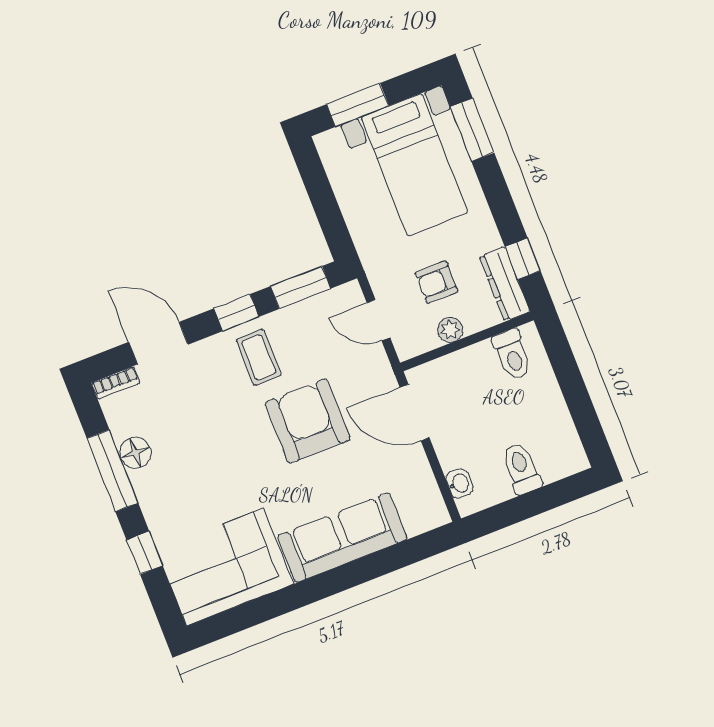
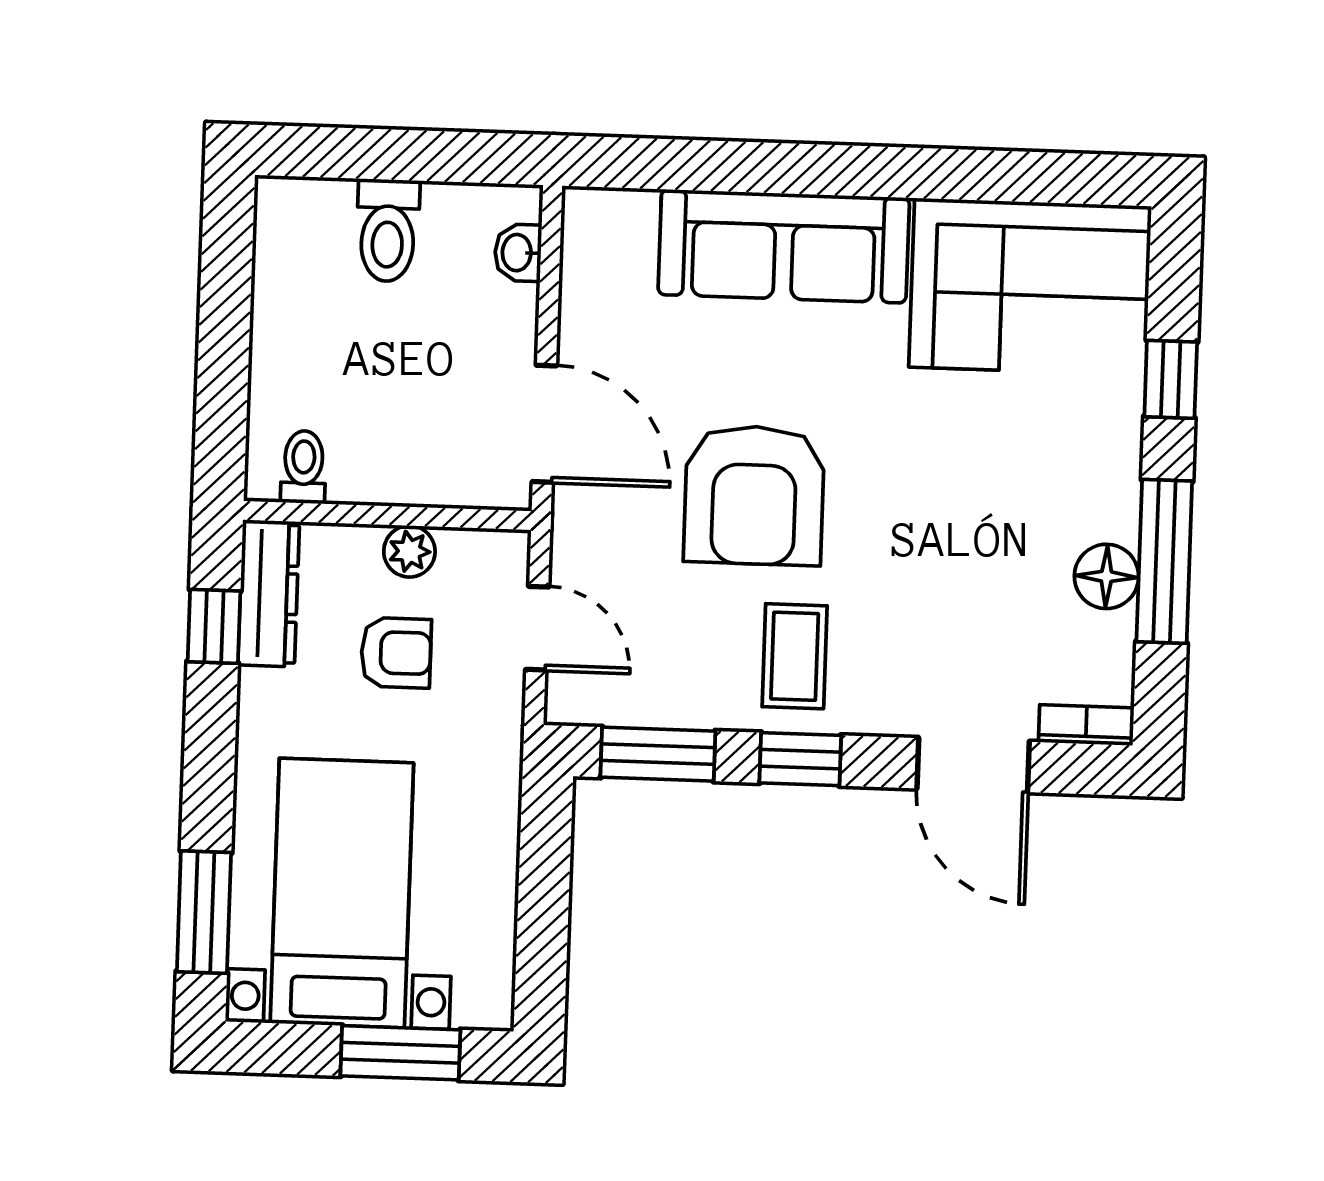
toilet: (512, 355) -> (304, 467), width x0.73, depth x0.72

